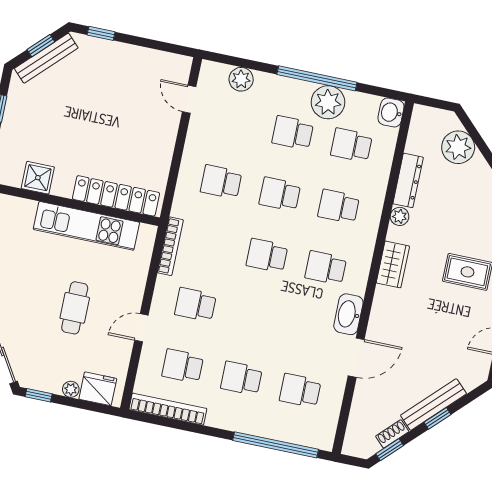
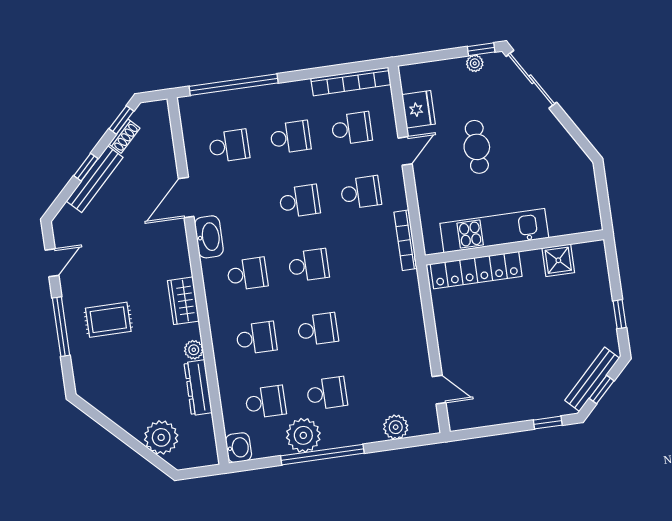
school desk: (221, 182) -> (299, 201), moved
plant: (71, 389) -> (475, 63), moved
fridge: (98, 389) -> (418, 109), moved, turned -90

